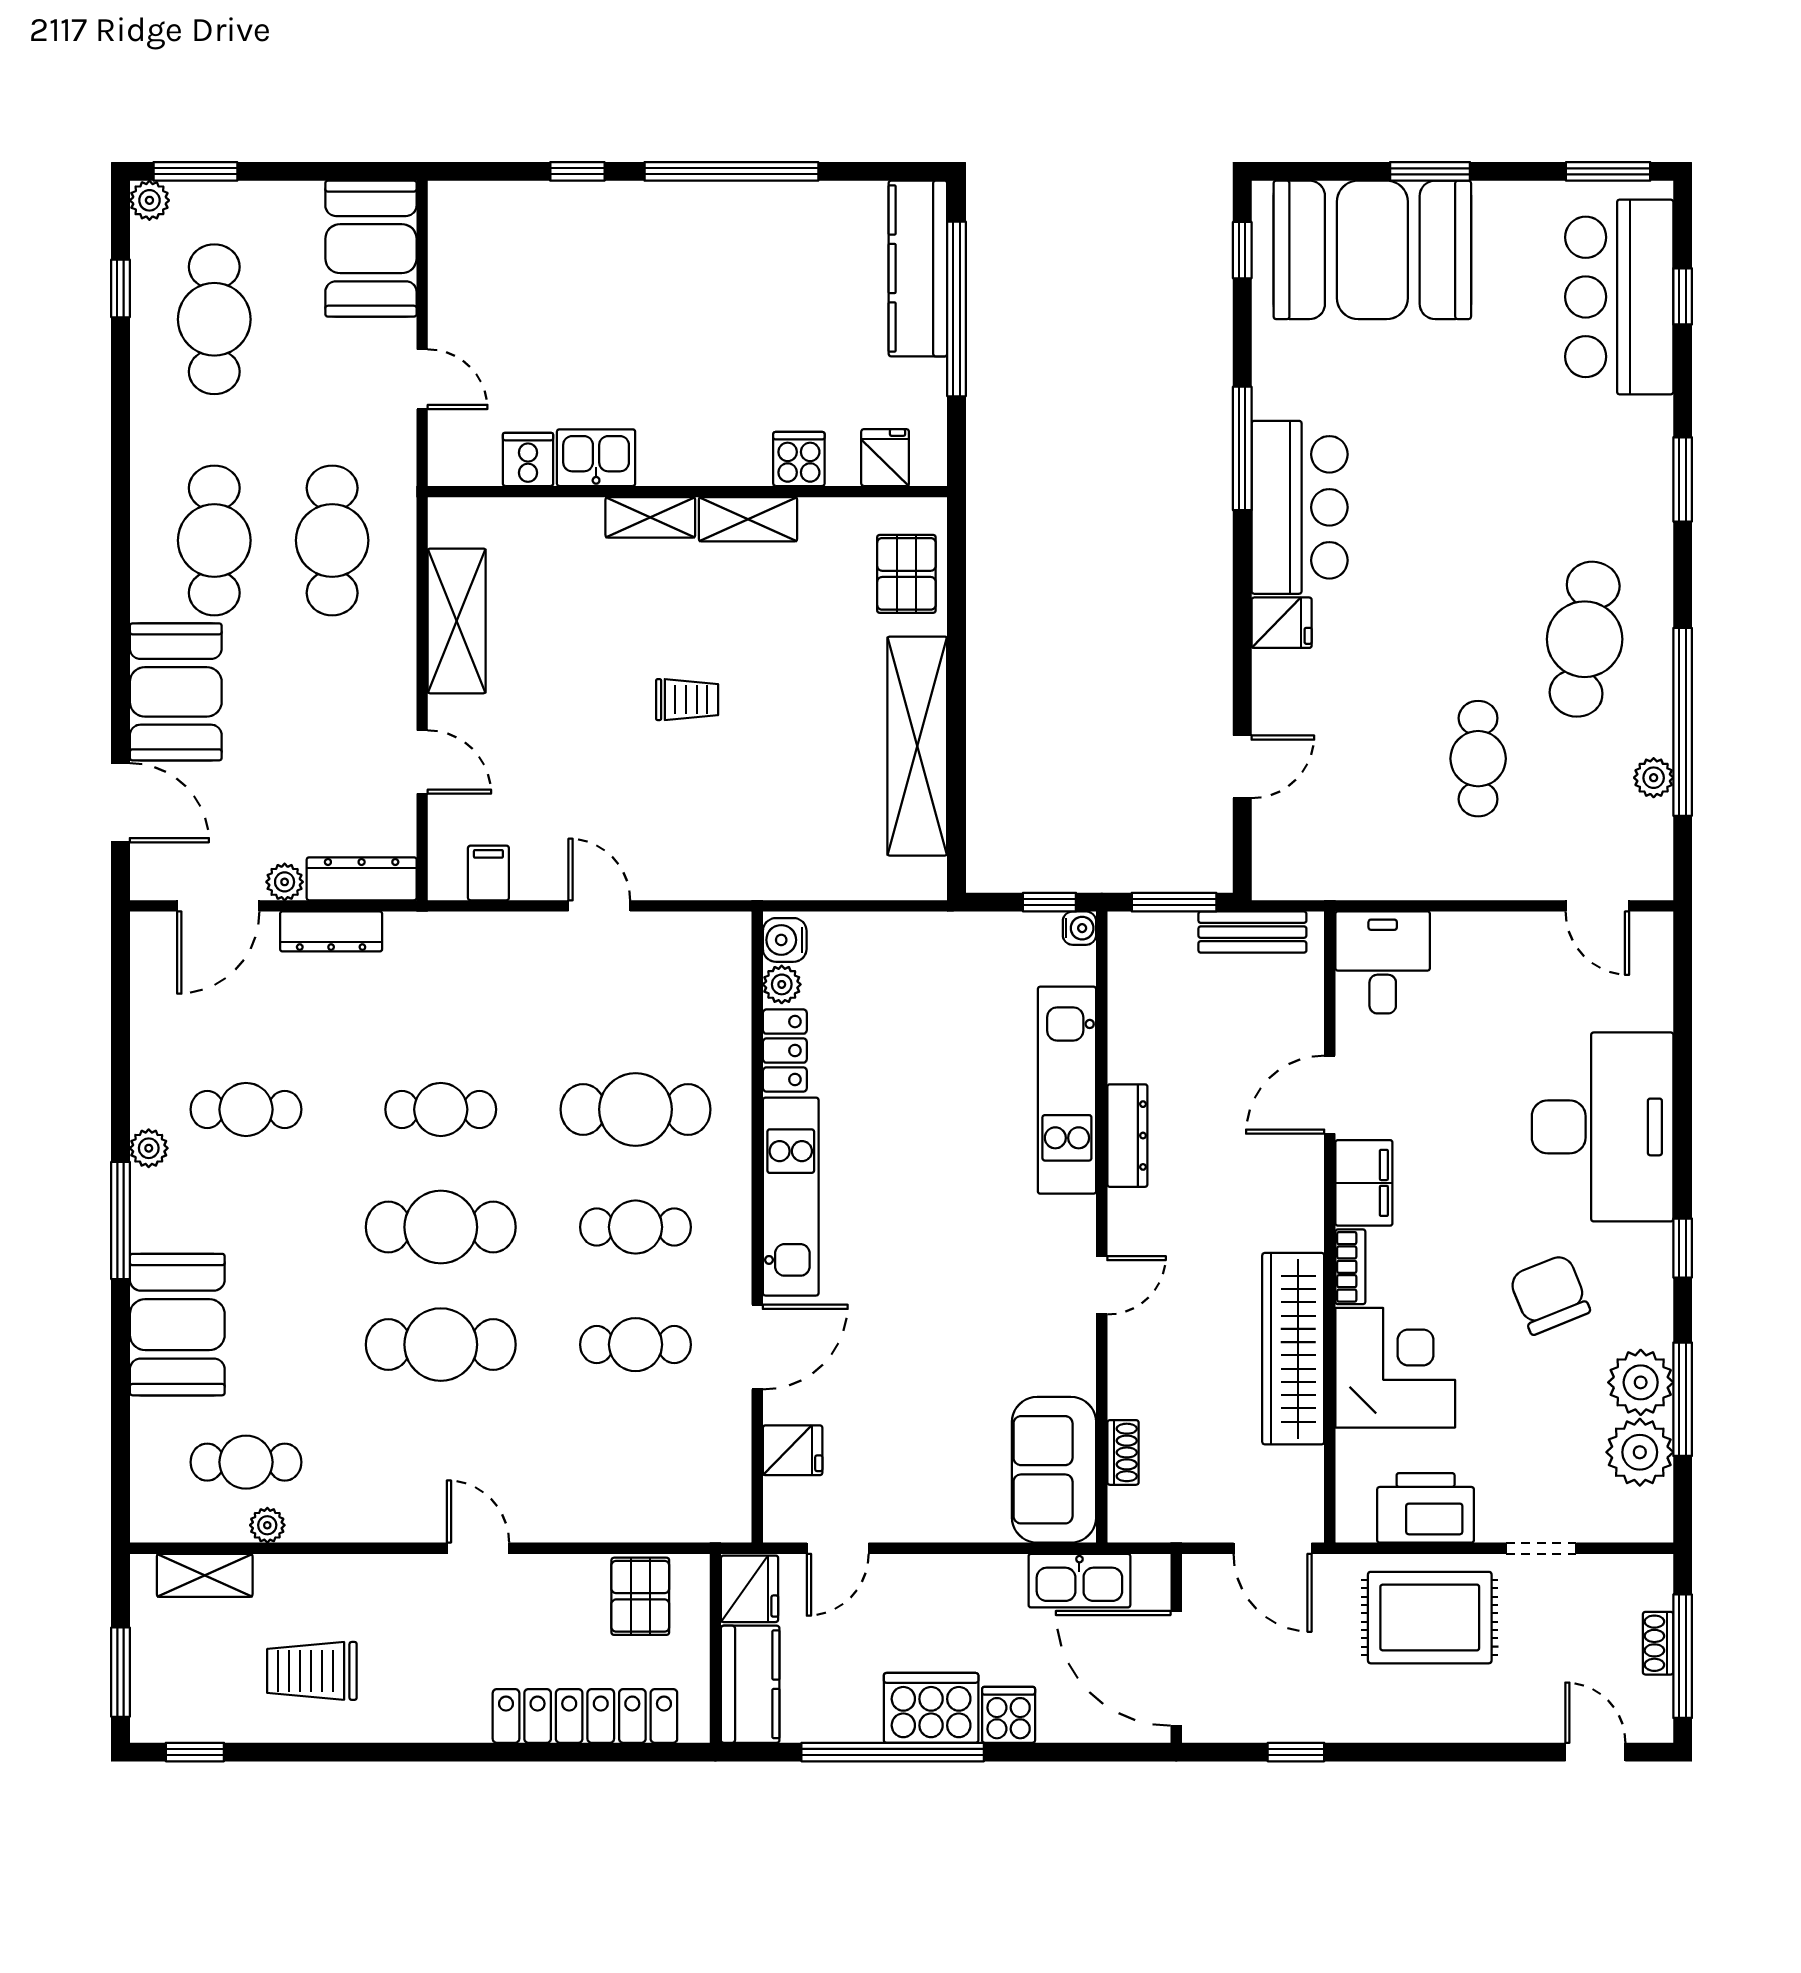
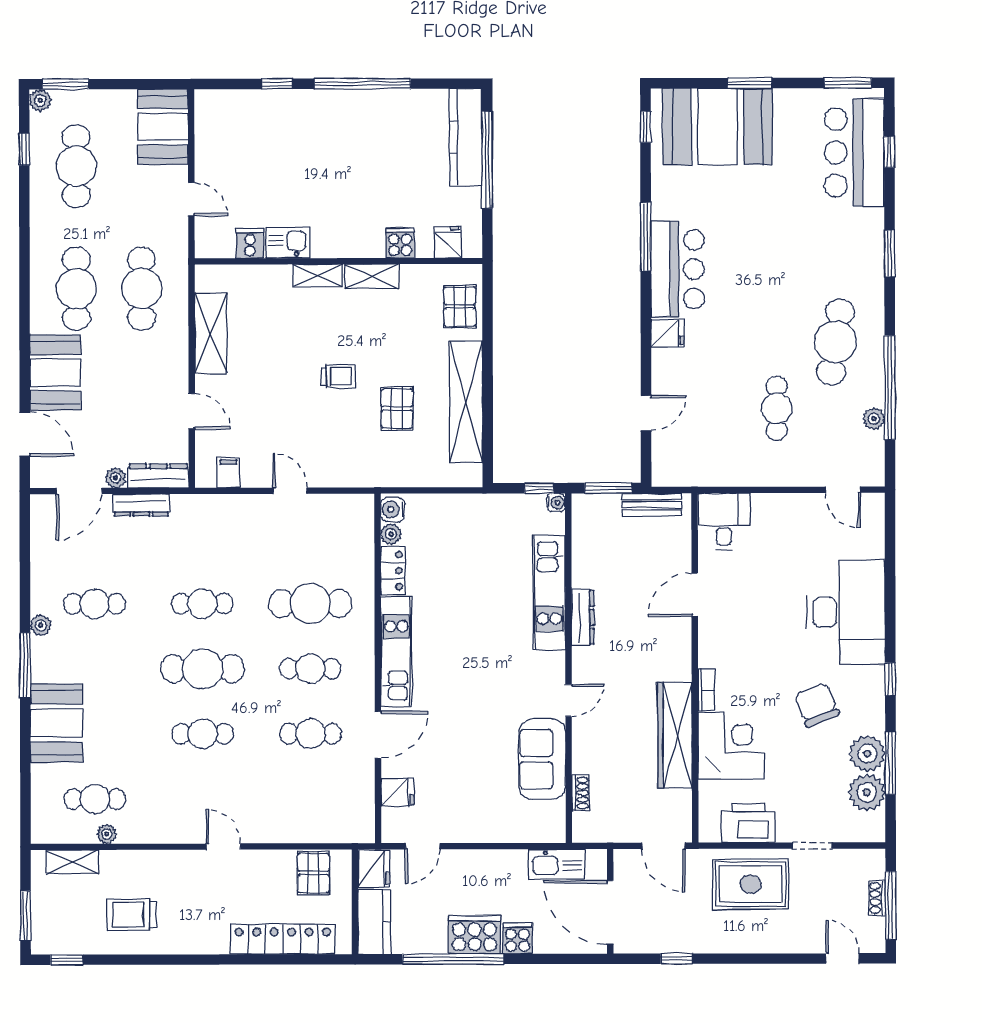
pallet: (793, 758) -> (397, 408), added
filing cabinet: (1364, 1183) -> (714, 643), removed
cafe table: (441, 1345) -> (203, 734), width x0.73, depth x0.74
sofa: (1054, 1470) -> (542, 759), moved

